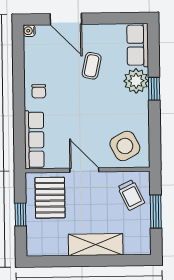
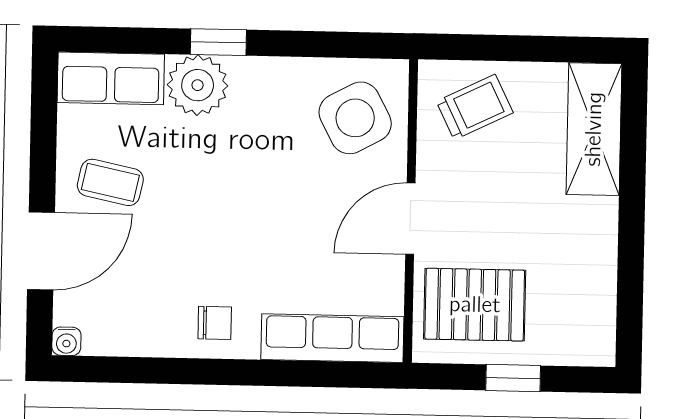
coffee table: (92, 66) -> (110, 182), moved
window: (156, 212) -> (517, 48), removed
shelving: (96, 245) -> (594, 129), moved

